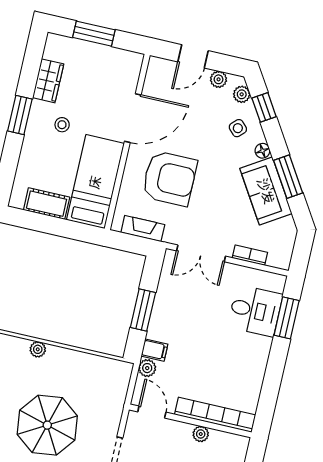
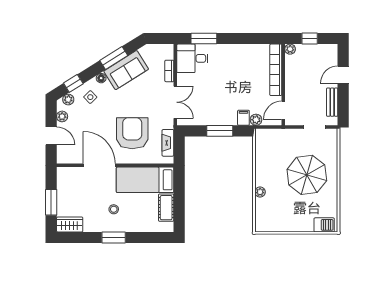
wardrobe: (48, 81) -> (70, 224), moved
desk: (255, 311) -> (192, 58), moved, turned -90
plant: (201, 434) -> (290, 49), moved

